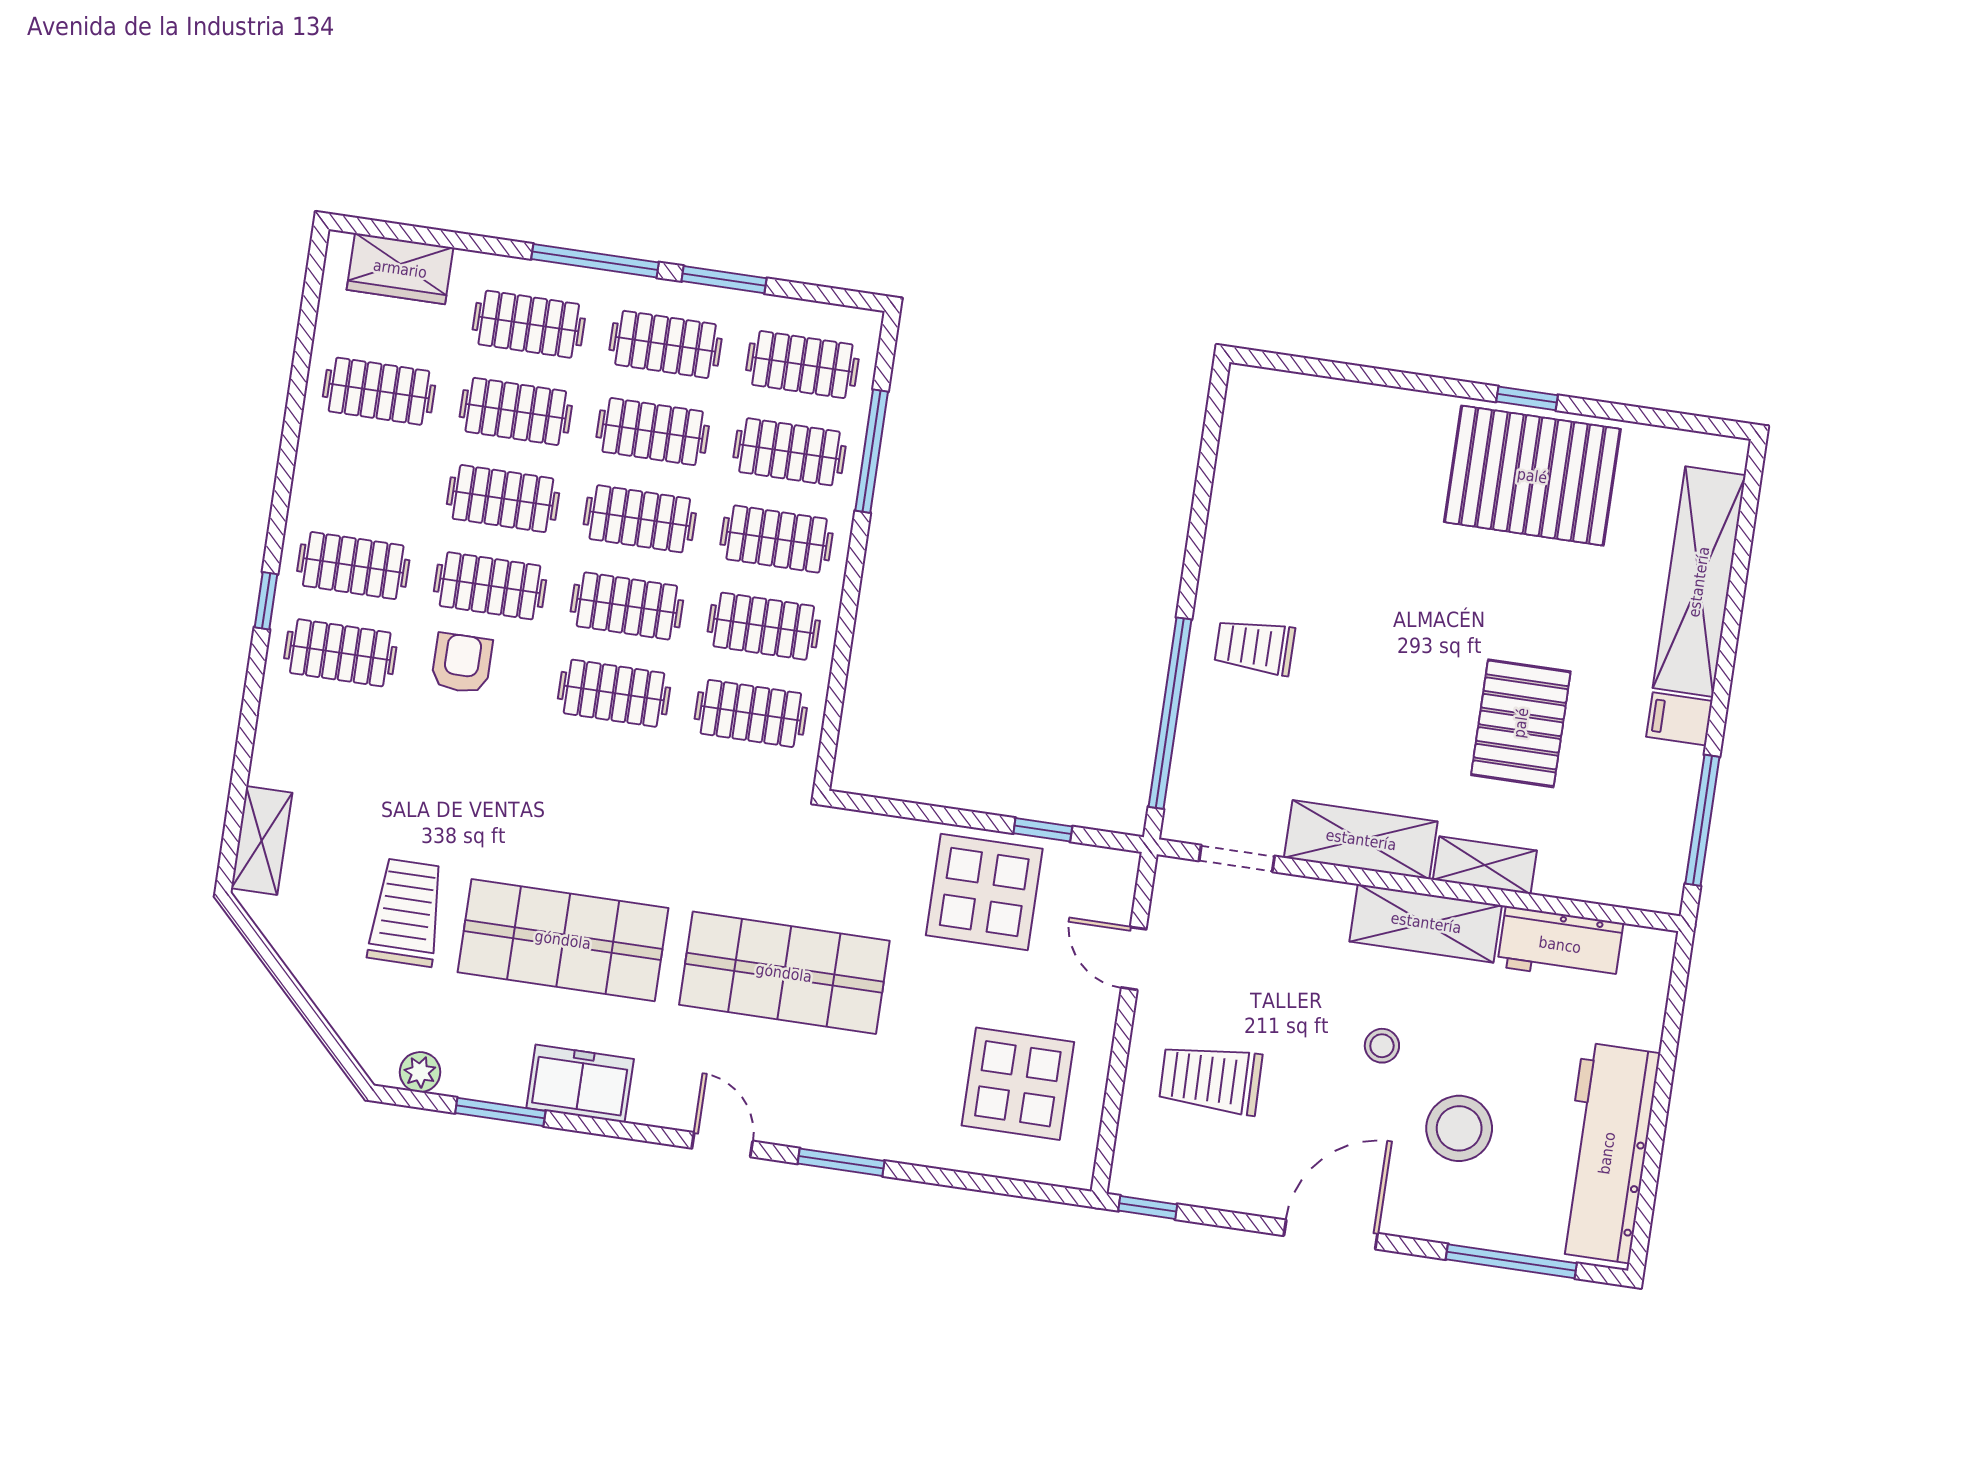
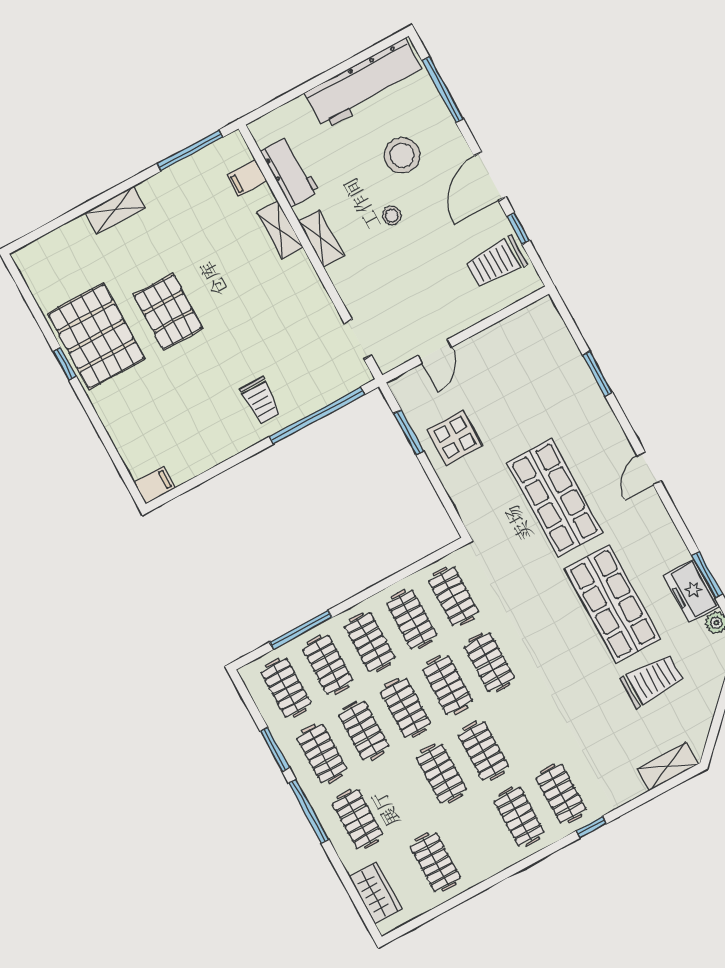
filing cabinet: (1248, 396) -> (155, 485), added
clothes rail: (516, 411) -> (400, 796), removed
shelving: (1699, 582) -> (115, 210), width x0.45, depth x0.75
window: (266, 601) -> (591, 827), moved
armchair: (462, 663) -> (526, 738), removed
filing cabinet: (1679, 719) -> (247, 178), moved, turned 90
pallet: (1521, 723) -> (168, 312), moved, turned 90
window: (1043, 830) -> (409, 432), width x1.50
shelving: (1361, 840) -> (309, 292), removed
display table: (984, 892) -> (455, 438), width x0.73, depth x0.73
trolley: (406, 912) -> (652, 681), turned 180
shelving: (1426, 923) -> (321, 238), width x0.67, depth x0.75
trolley: (1211, 1079) -> (496, 262), moved, turned 91
freezer: (580, 1084) -> (691, 591), moved
display table: (1018, 1084) -> (527, 361), removed
window: (841, 1162) -> (597, 374), moved
window: (1148, 1207) -> (518, 228), moved
door: (1331, 1235) -> (490, 176), hinge flipped

